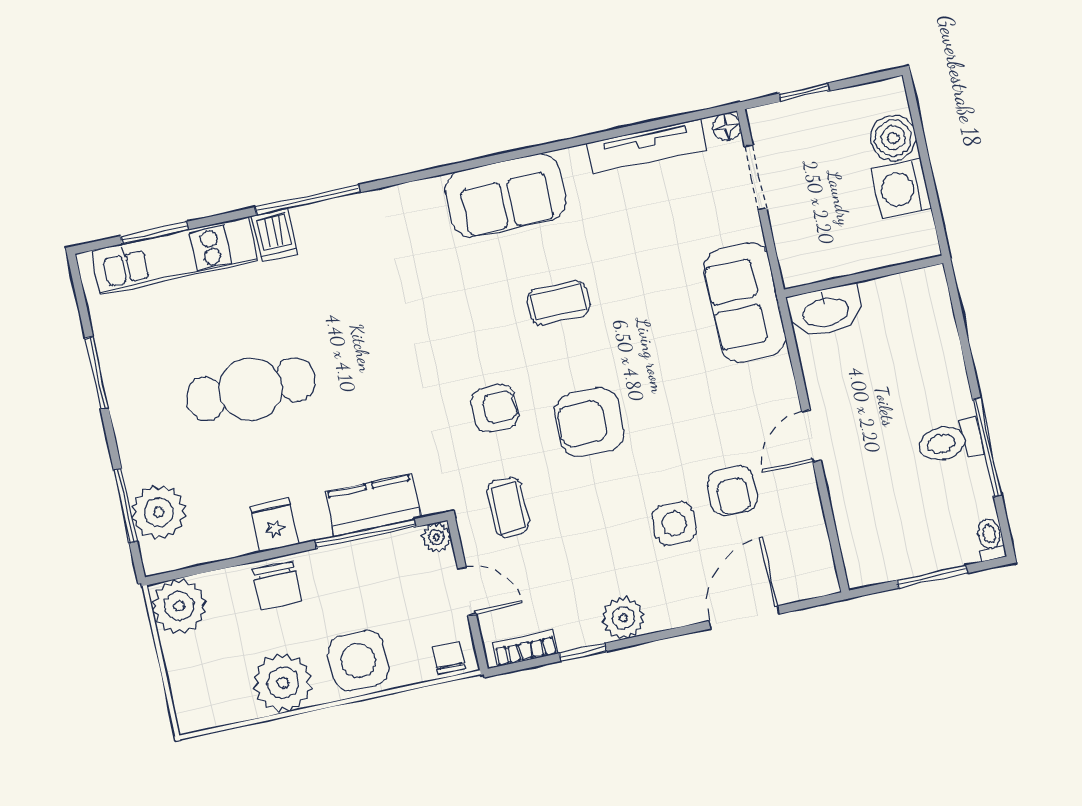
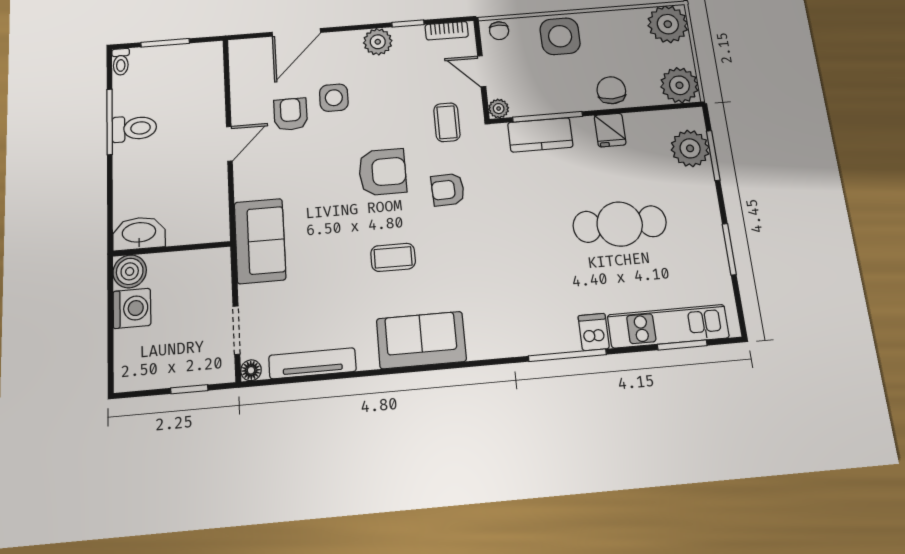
boiler: (893, 138) -> (130, 271), moved
washbasin: (825, 311) -> (139, 233), moved
plant: (283, 683) -> (668, 24), moved

